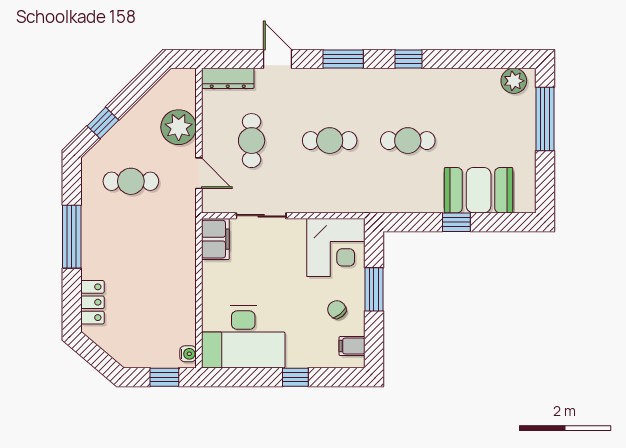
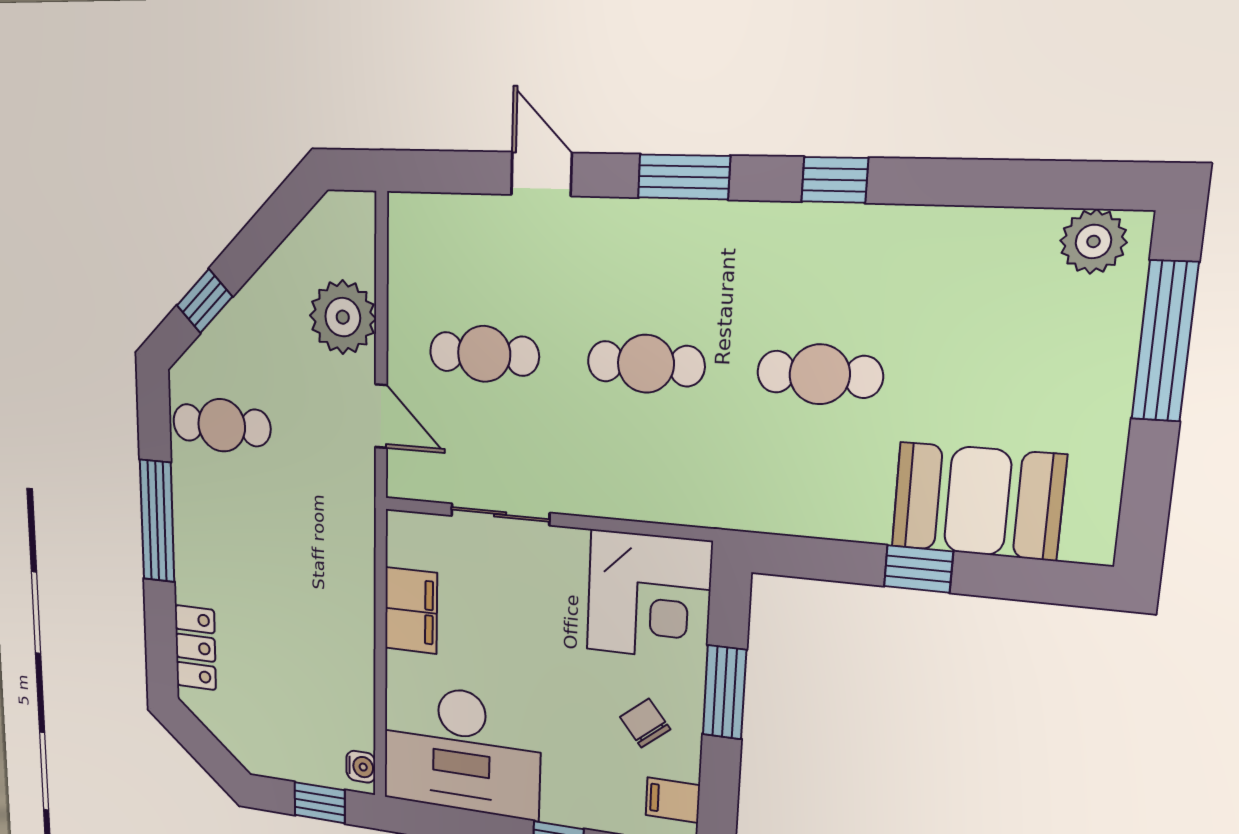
dresser: (228, 78) -> (439, 215), removed
cafe table: (252, 141) -> (484, 354), turned 90
cafe table: (131, 181) -> (222, 425), moved
filing cabinet: (215, 239) -> (411, 611), moved

